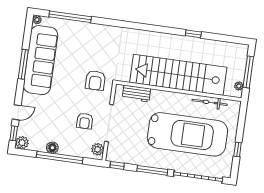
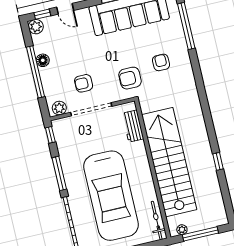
armchair: (92, 50) -> (161, 62), added
bicycle: (210, 102) -> (157, 221), moved

